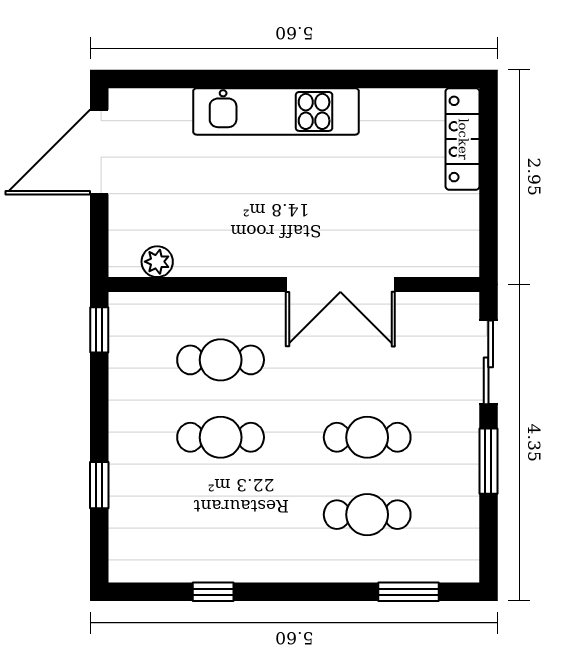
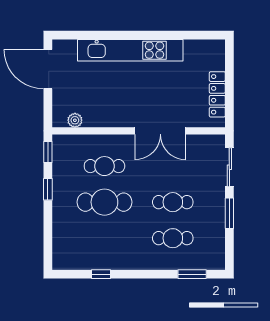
kitchen unit: (276, 111) -> (130, 50), width x1.36
locker: (463, 139) -> (217, 94), moved
door: (99, 152) -> (48, 69), hinge flipped
cafe table: (221, 437) -> (104, 202), width x1.37, depth x1.35
window: (99, 485) -> (48, 189), moved

